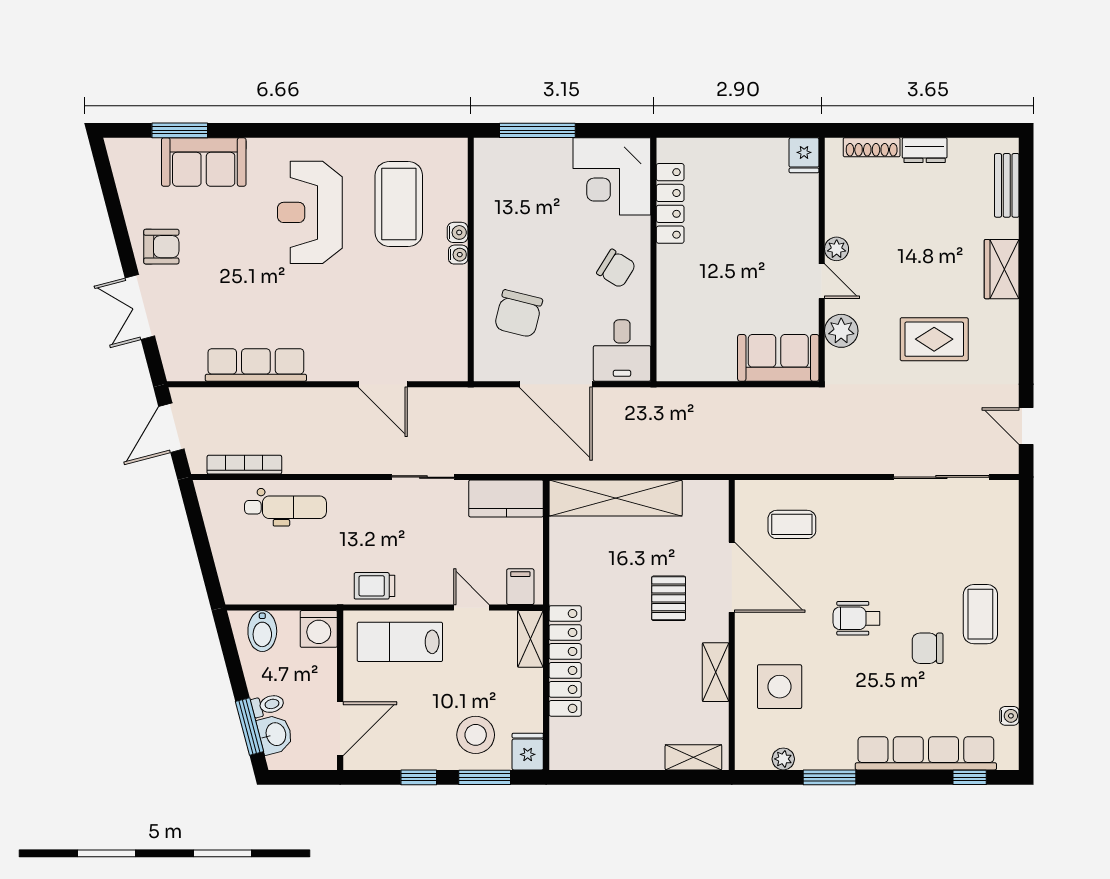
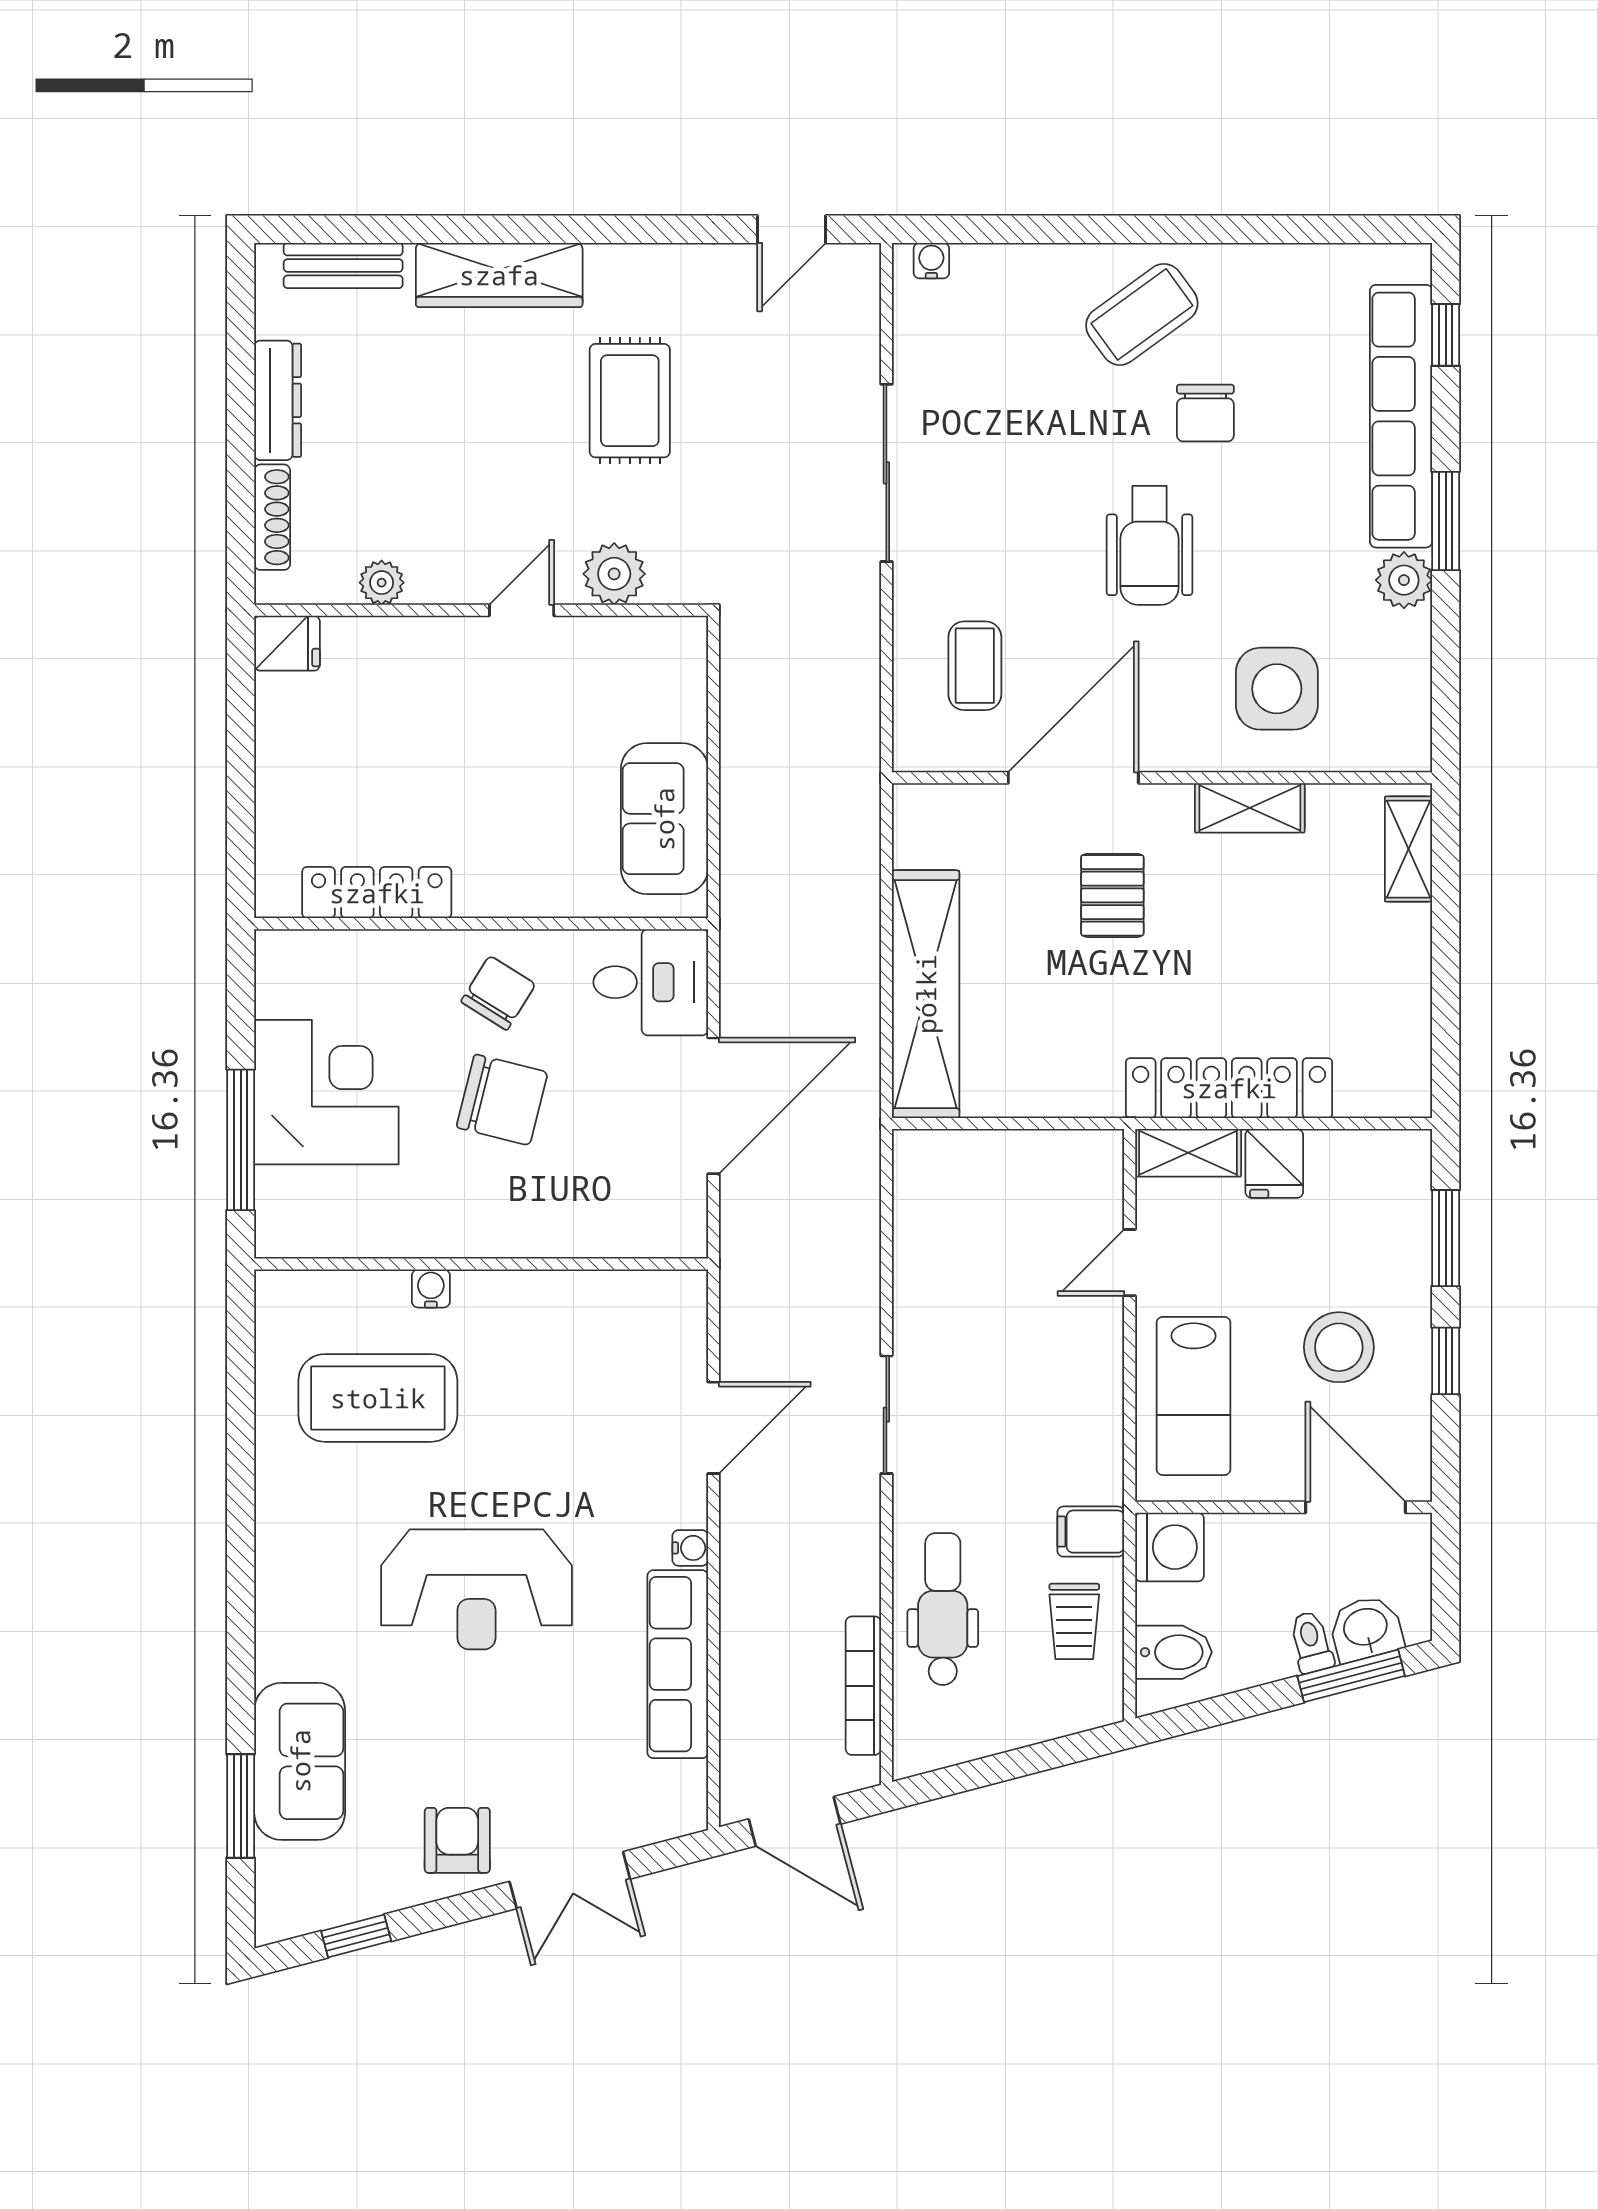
dresser: (925, 150) -> (278, 400), width x1.44
corner desk: (612, 176) -> (326, 1092), moved, turned -90
window: (110, 192) -> (356, 1936), added
reception desk: (310, 212) -> (476, 1589), moved
plant: (837, 249) -> (382, 583), moved
water cooler: (458, 255) -> (690, 1548), moved, turned 90
wardrobe: (1002, 269) -> (499, 275), width x1.50
chair: (518, 314) -> (502, 1100), moved
sofa: (778, 358) -> (664, 819), moved
sliding door: (423, 477) -> (886, 1415), moved
sliding door: (941, 477) -> (886, 473), moved
kitchen counter: (506, 498) -> (926, 1198), removed
trolley: (375, 586) -> (1074, 1621), moved
filing cabinet: (520, 587) -> (1091, 1532), moved
pallet: (669, 598) -> (1112, 895), turned 90
coffee table: (980, 614) -> (1142, 314), turned -36
wheelchair: (857, 618) -> (1150, 545), width x1.36, depth x1.37
water cooler: (1009, 716) -> (931, 261), moved
stool: (476, 735) -> (1339, 1347), moved
fridge: (528, 752) -> (1274, 1163), moved, turned -90
plant: (783, 759) -> (1404, 580), moved, width x1.38, depth x1.38
window: (829, 777) -> (1446, 521), moved

